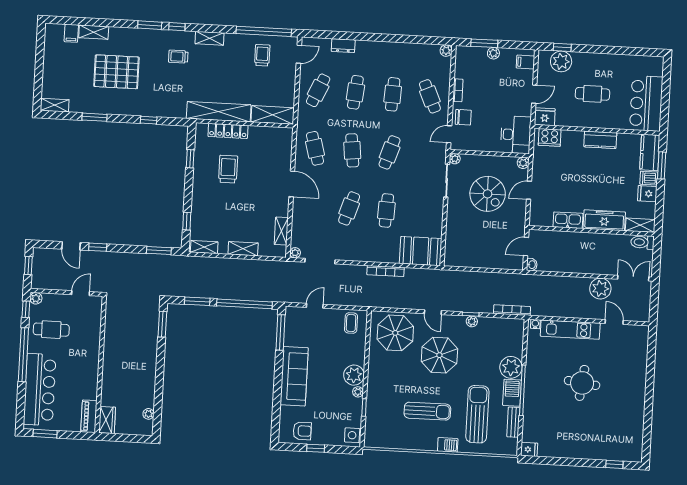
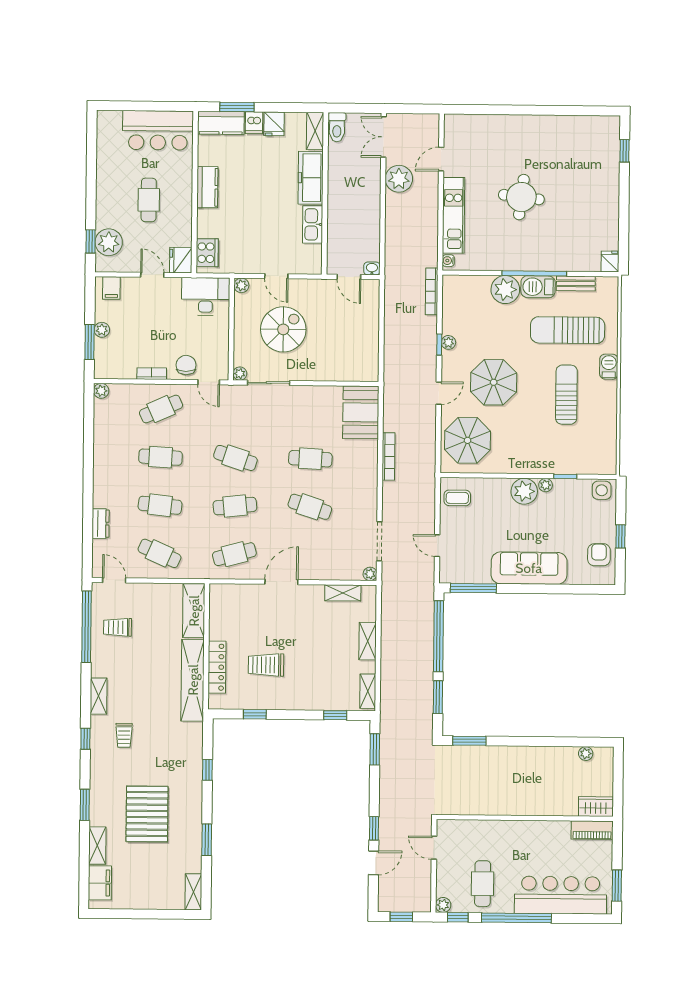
window: (150, 25) -> (85, 805), moved
filing cabinet: (71, 33) -> (100, 883), width x2.00

